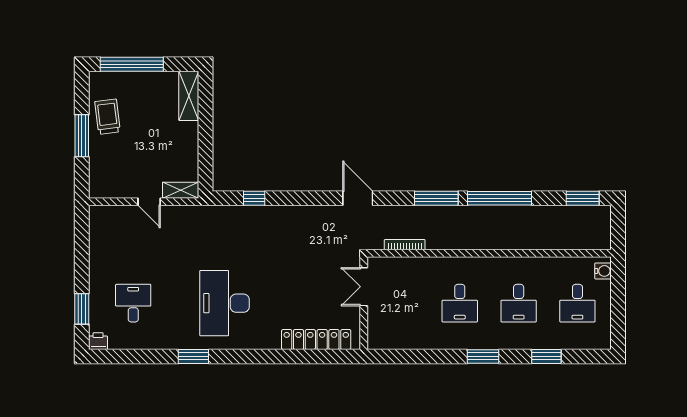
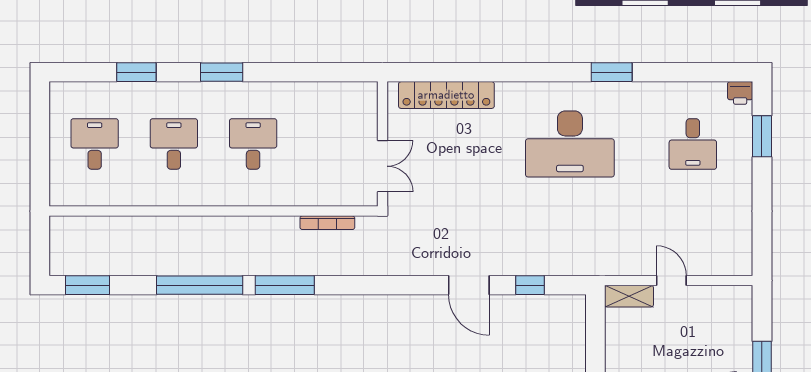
door: (358, 198) -> (469, 285), moved
water cooler: (603, 271) -> (60, 187), removed
desk: (225, 303) -> (570, 144), turned 90

